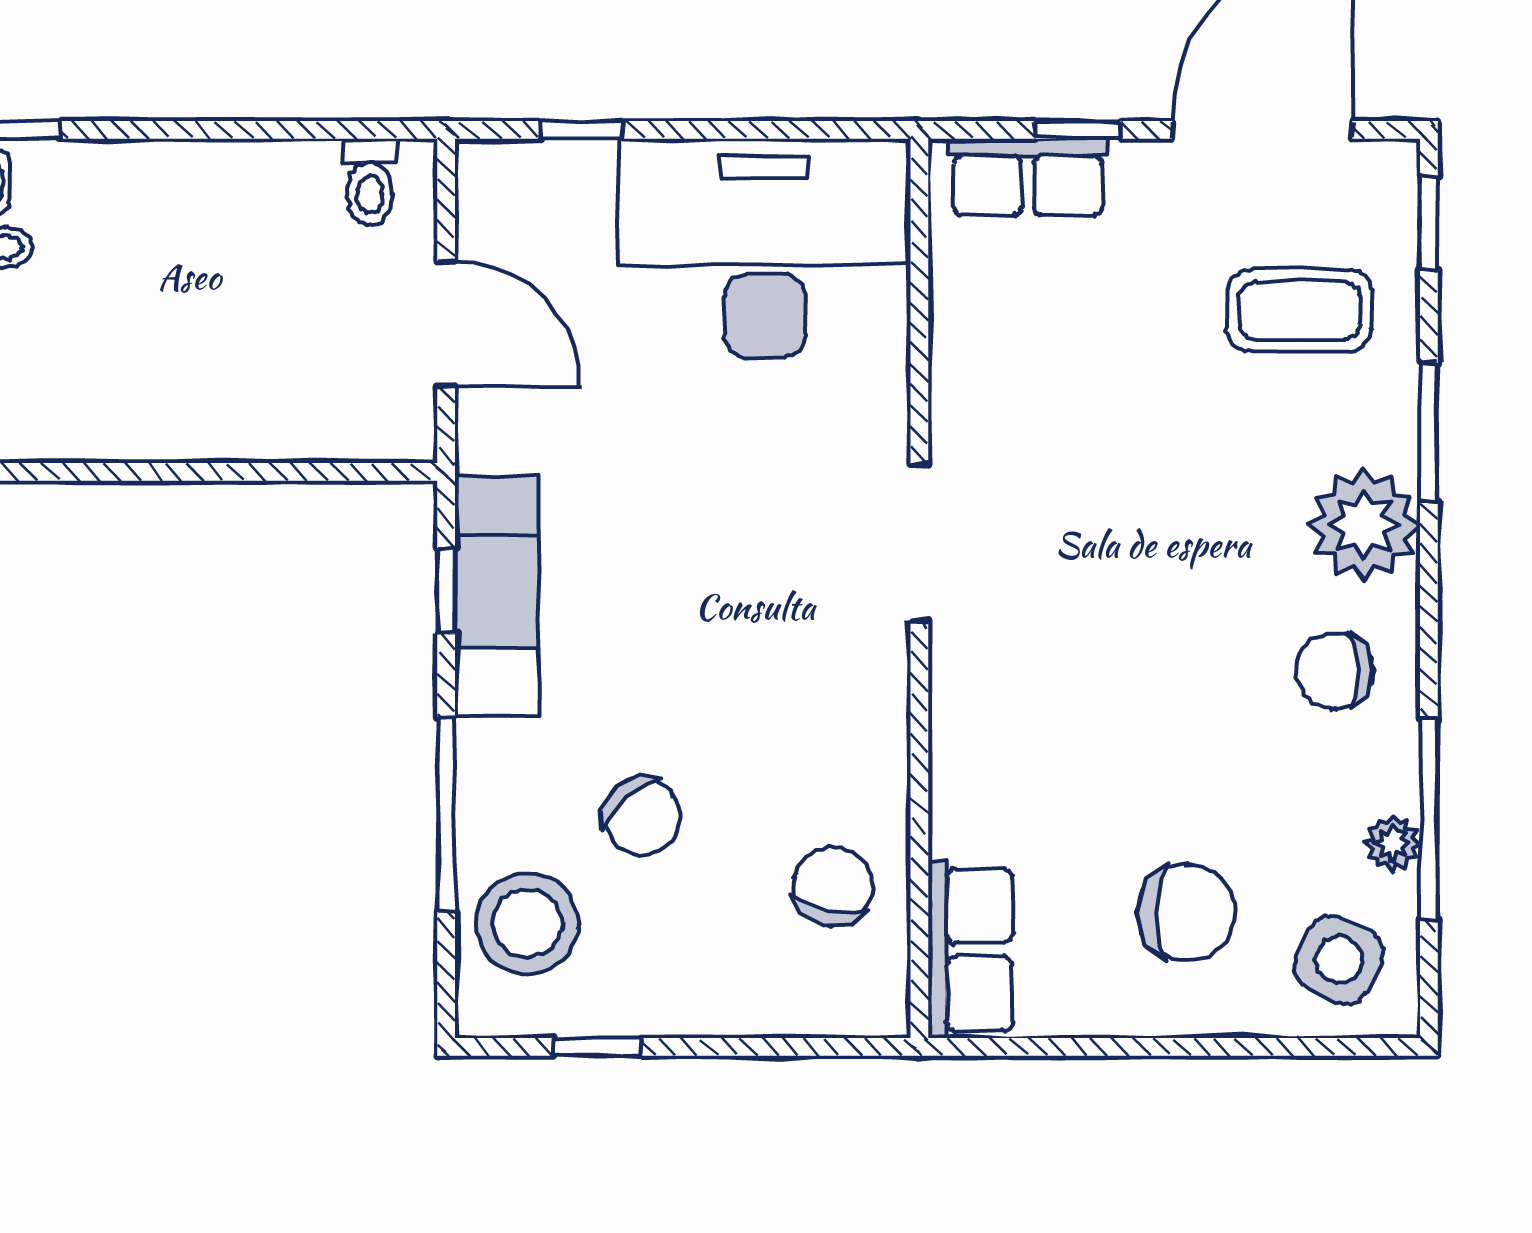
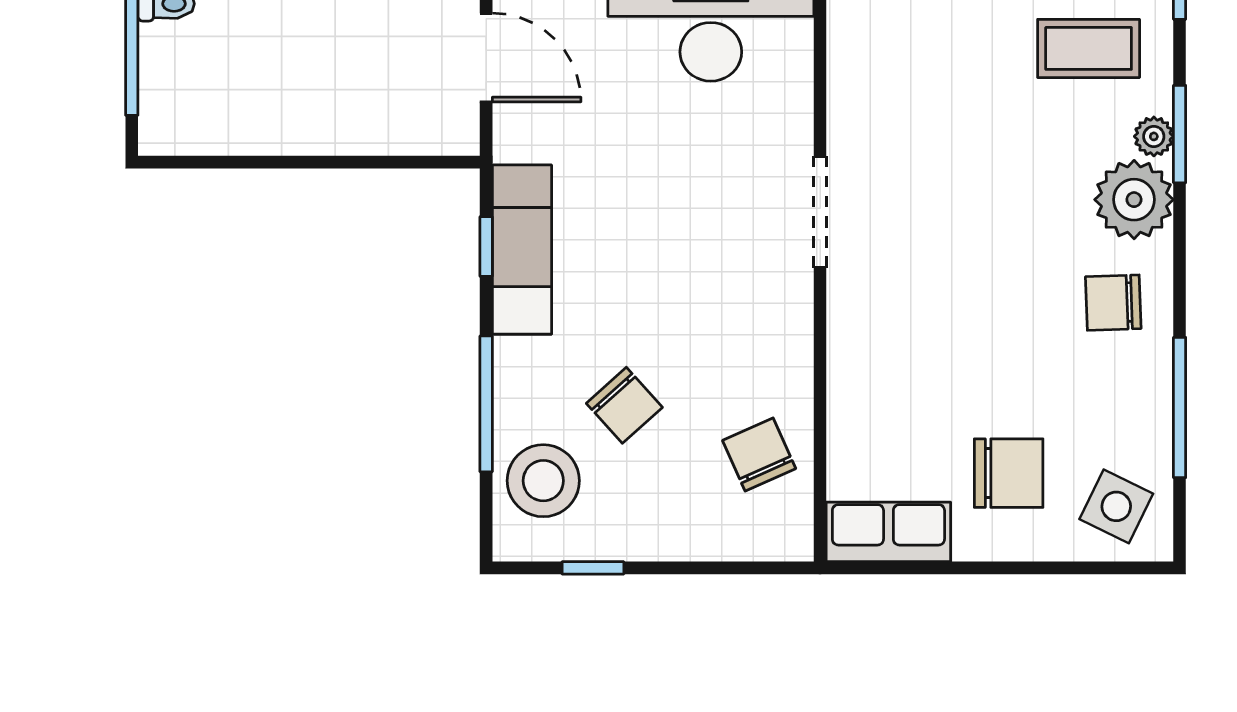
plant: (1392, 843) -> (1154, 136), moved
chair: (833, 886) -> (759, 454), turned -36
row of seats: (970, 950) -> (888, 532), moved, turned -90

